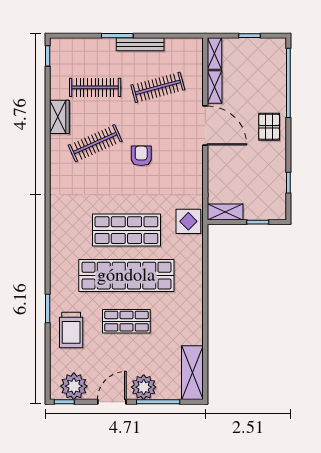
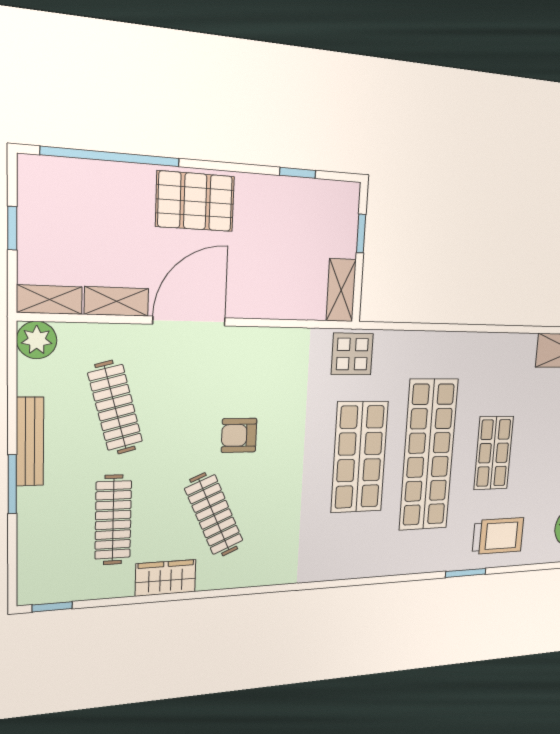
plant: (194, 47) -> (37, 340), added
pallet: (269, 127) -> (195, 201), width x1.50, depth x1.42

